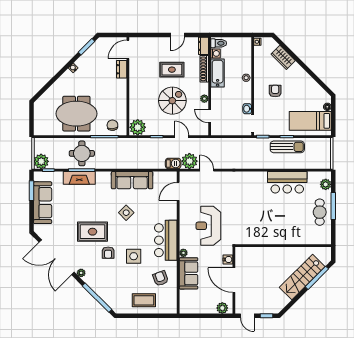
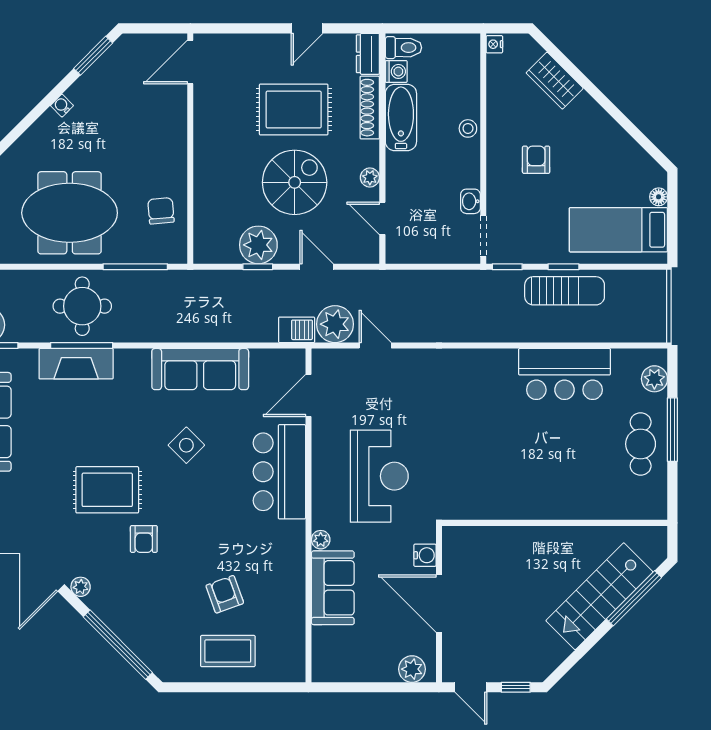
dresser: (122, 69) -> (176, 109), removed
rug: (172, 70) -> (294, 110), width x1.36, depth x1.43
chair: (112, 125) -> (161, 211), moved
plant: (138, 127) -> (258, 245), moved
reception desk: (208, 226) -> (379, 476), turned 180
bar counter: (166, 240) -> (279, 472), moved
side table: (134, 256) -> (204, 548), removed
armchair: (161, 278) -> (225, 594), moved

